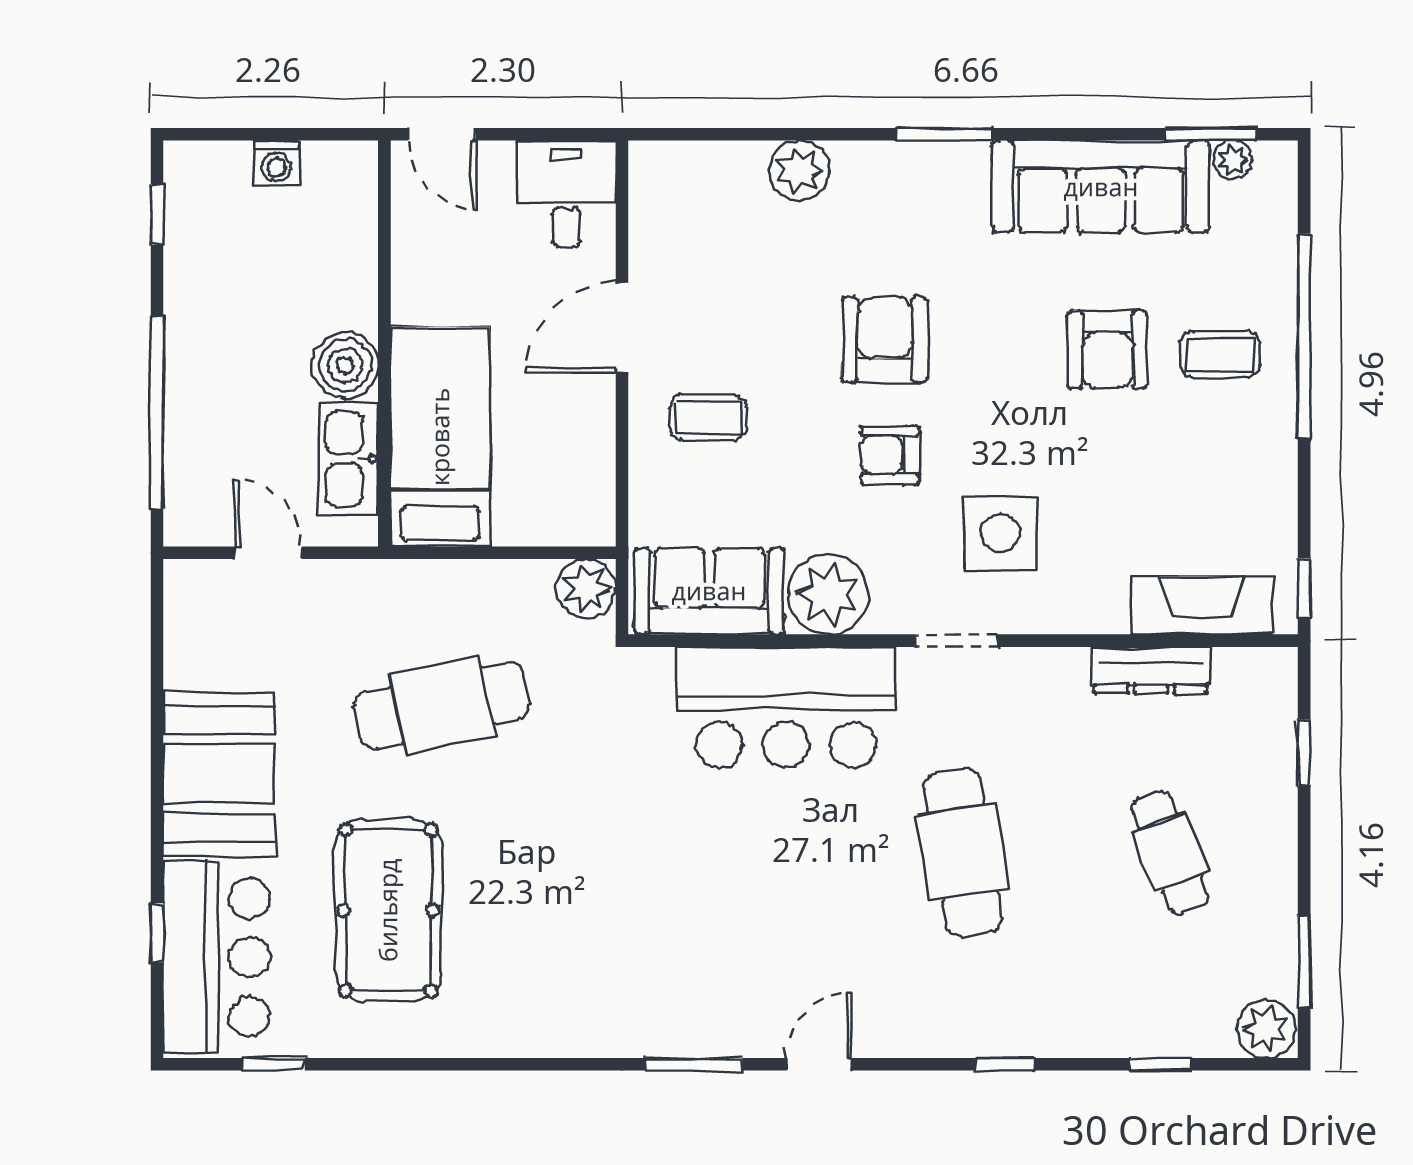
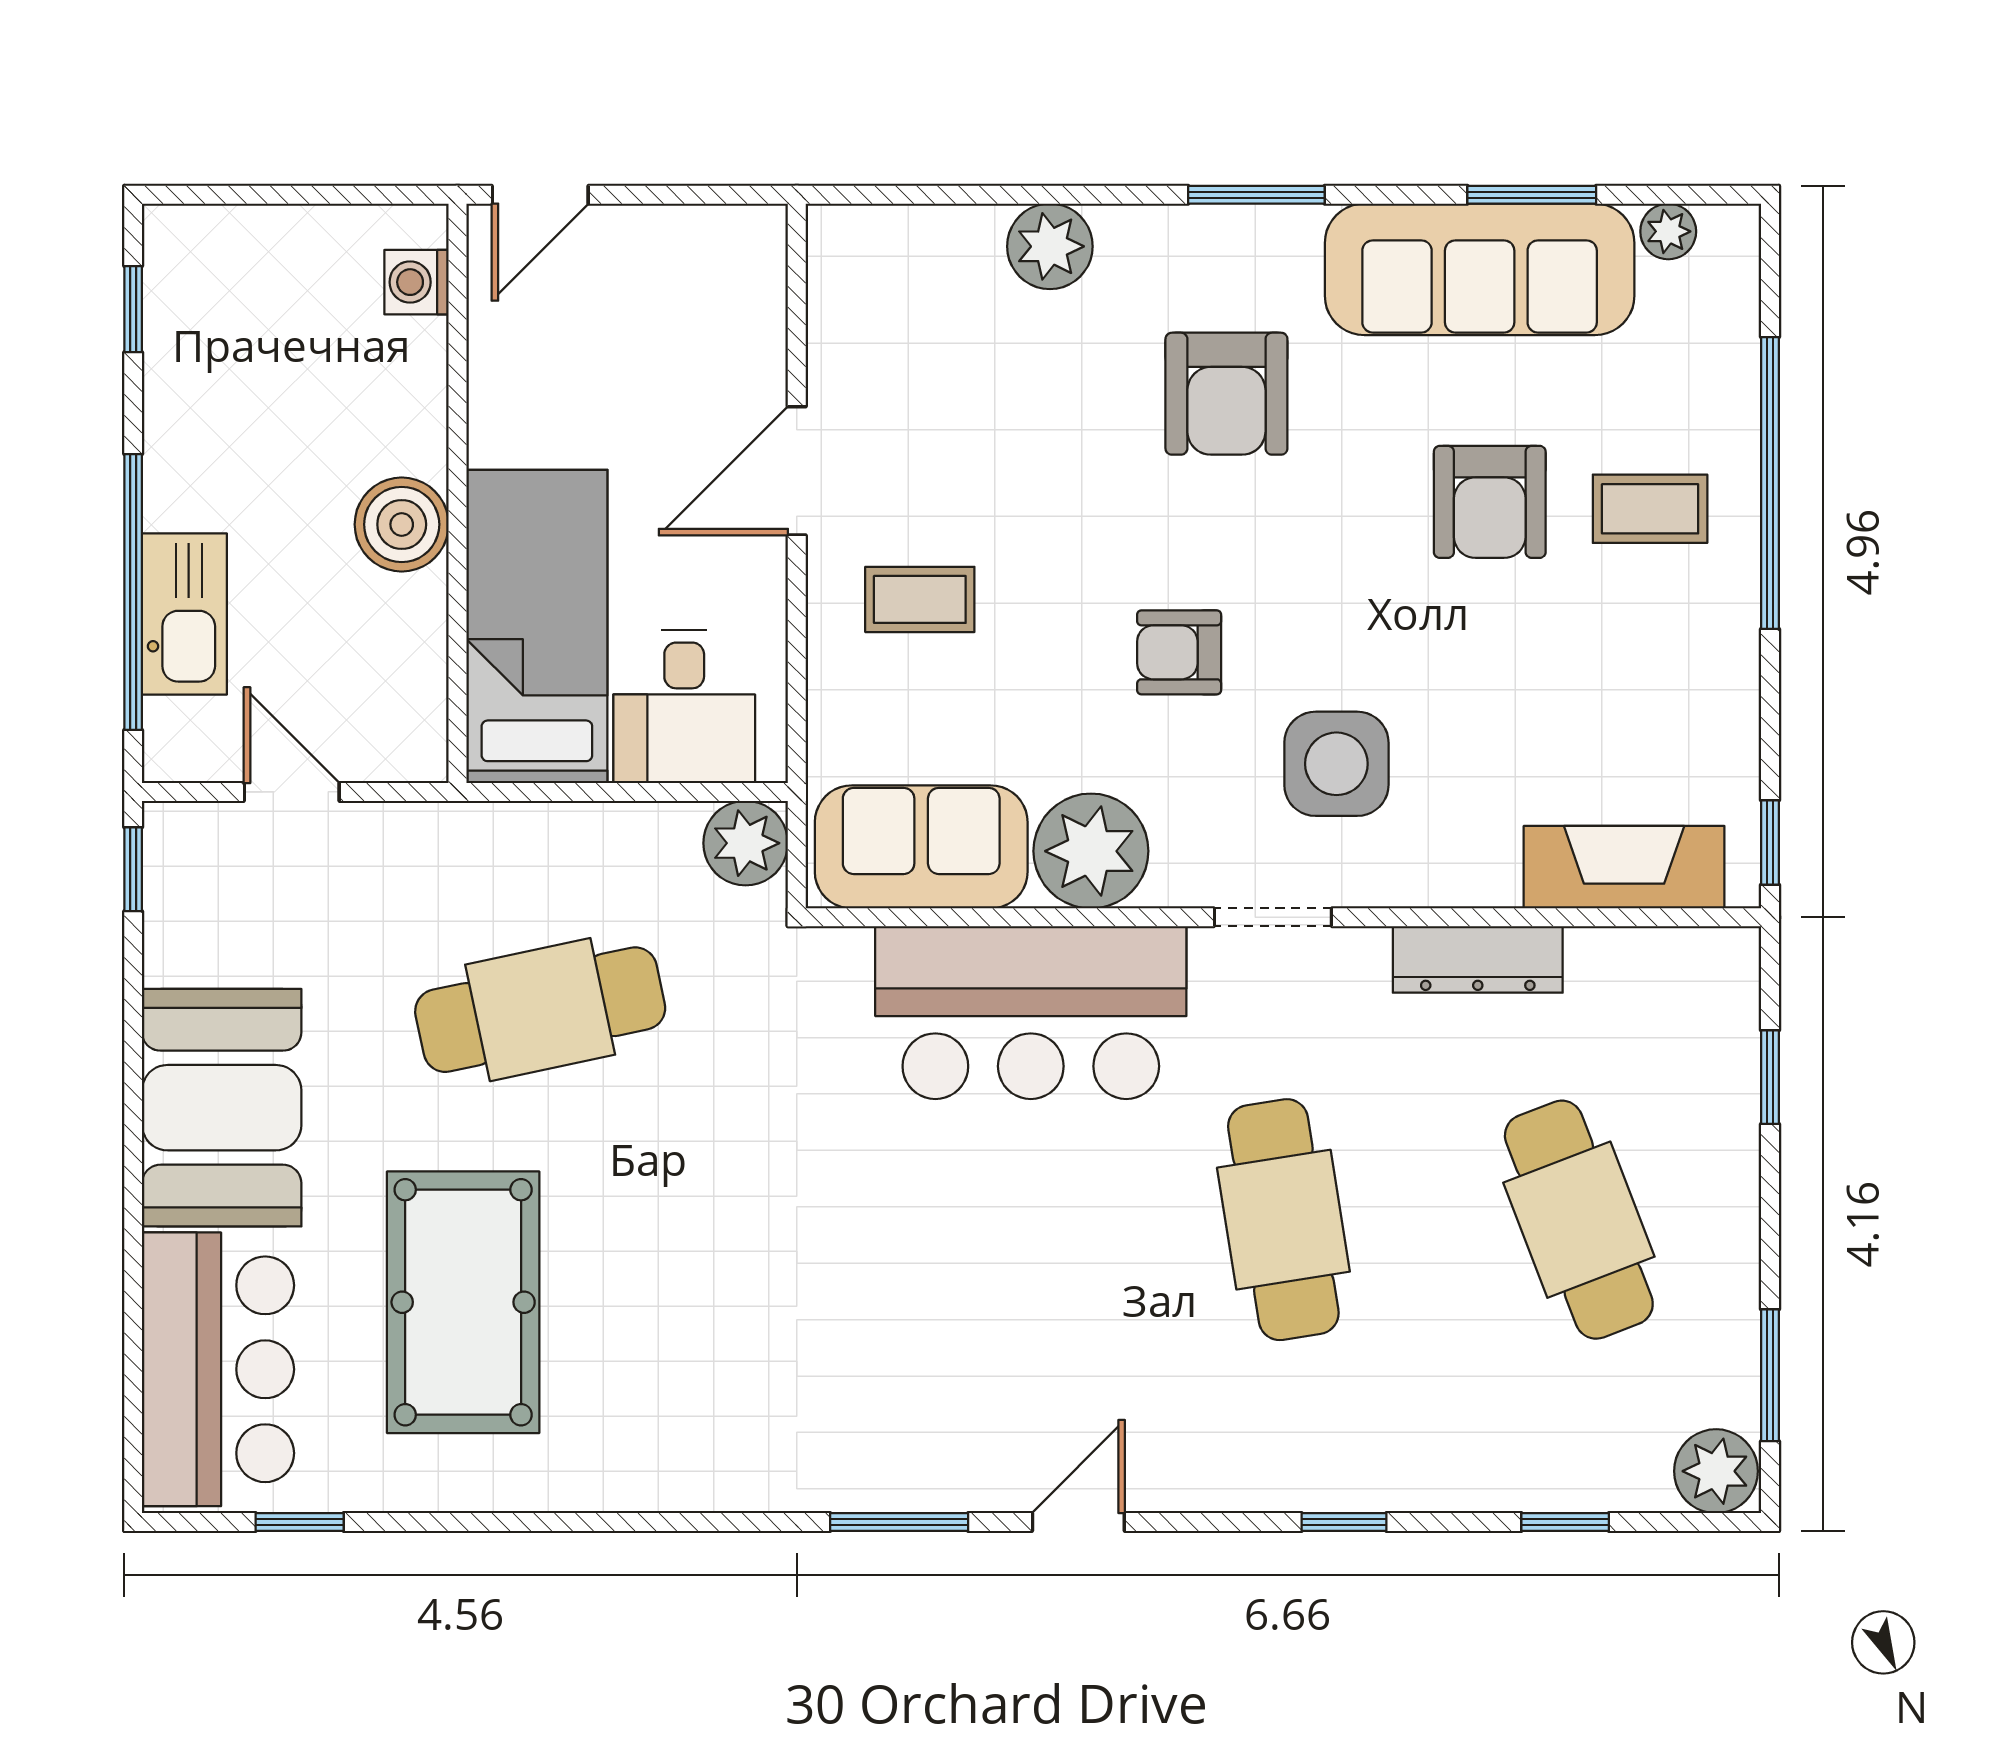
door: (442, 134) -> (540, 195), hinge flipped
window: (1211, 134) -> (1532, 195), moved
washing machine: (276, 163) -> (417, 282), moved, turned 90
desk: (566, 194) -> (684, 707), moved, turned 180
armchair: (885, 340) -> (1226, 394), moved, turned 180
kitchen sink: (348, 459) -> (184, 614), moved, turned 180
dresser: (1151, 670) -> (1478, 959), moved
cafe table: (1170, 852) -> (1579, 1220), width x1.37, depth x1.35
window: (157, 933) -> (133, 869), moved

